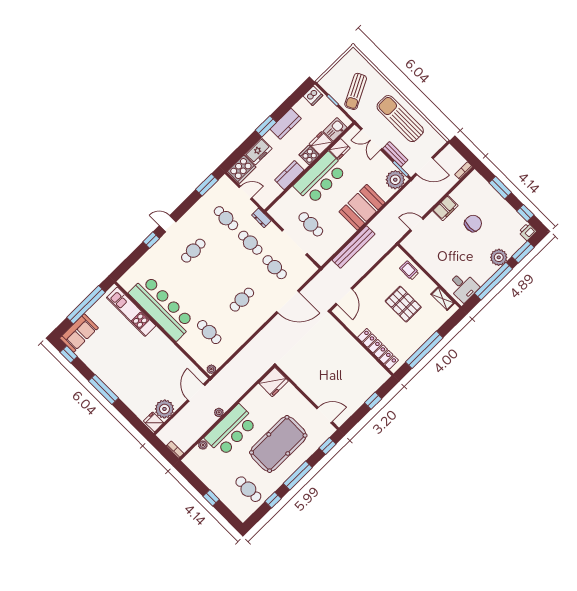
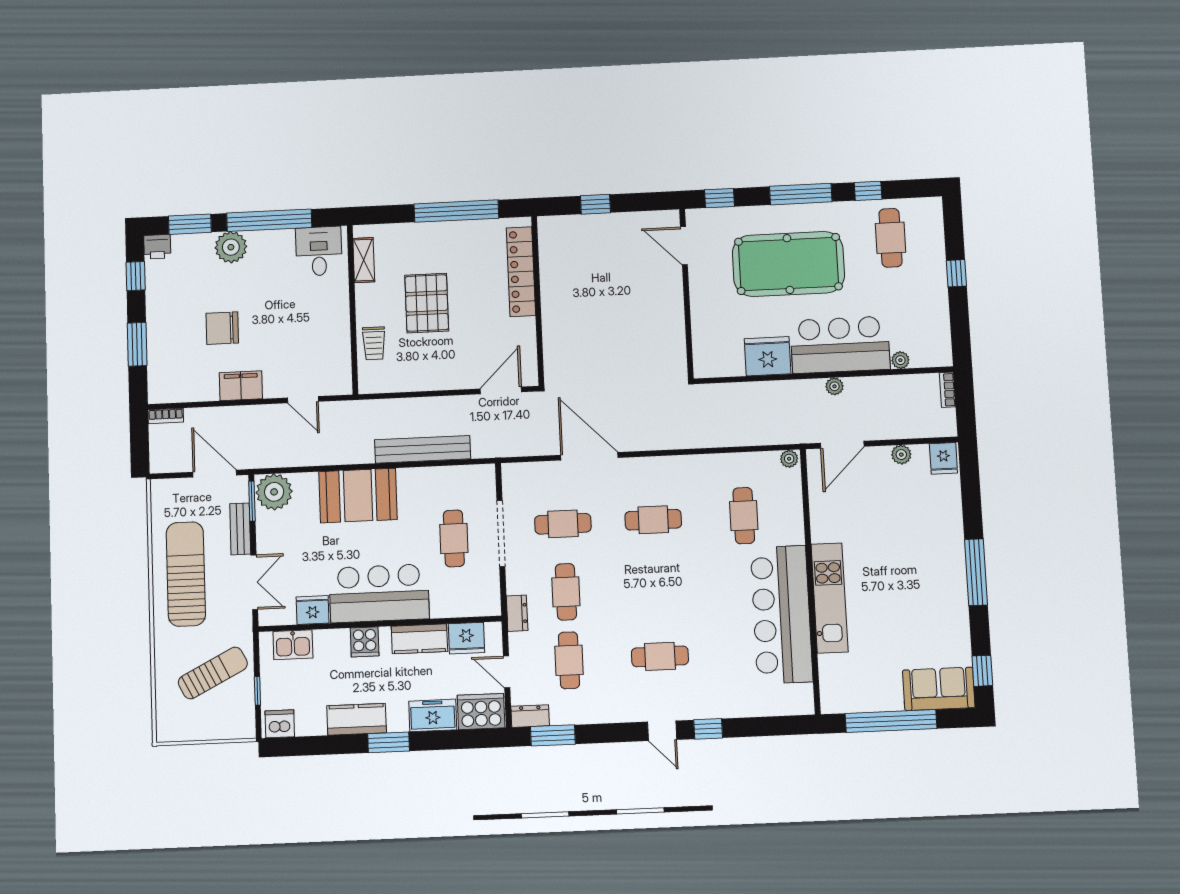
sun lounger: (400, 119) -> (186, 574), turned 180
fridge: (321, 143) -> (466, 638), moved
dresser: (222, 184) -> (530, 716), added
cafe table: (275, 267) -> (563, 524), turned 90
kitchen unit: (131, 312) -> (829, 598), moved
fridge: (274, 382) -> (768, 356), moved
plant: (164, 409) -> (901, 455), width x0.53, depth x0.53

